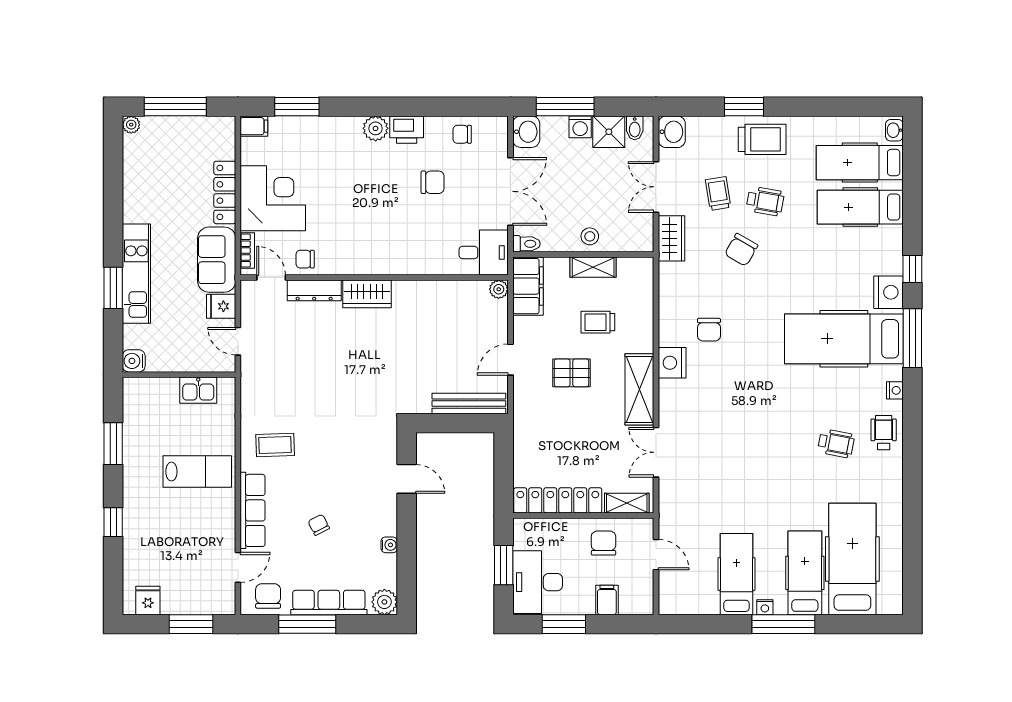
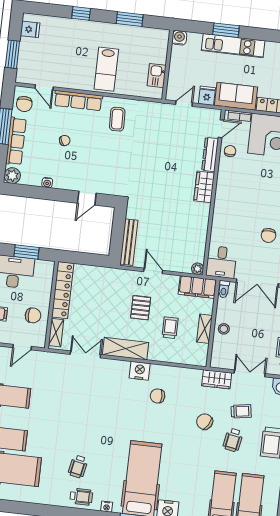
chair: (268, 596) -> (24, 104), turned 90

